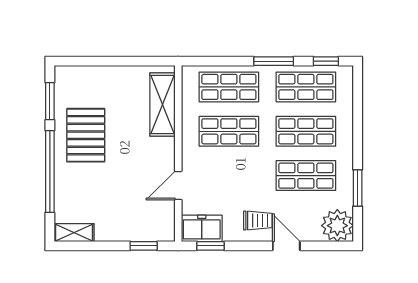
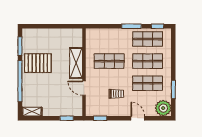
shop shelf: (229, 87) -> (109, 39), removed
shelving: (162, 104) -> (76, 63), moved
pallet: (86, 135) -> (38, 63), turned 90
door: (178, 186) -> (84, 88), hinge flipped
trolley: (258, 220) -> (116, 94), moved
freezer: (202, 228) -> (96, 109), removed

